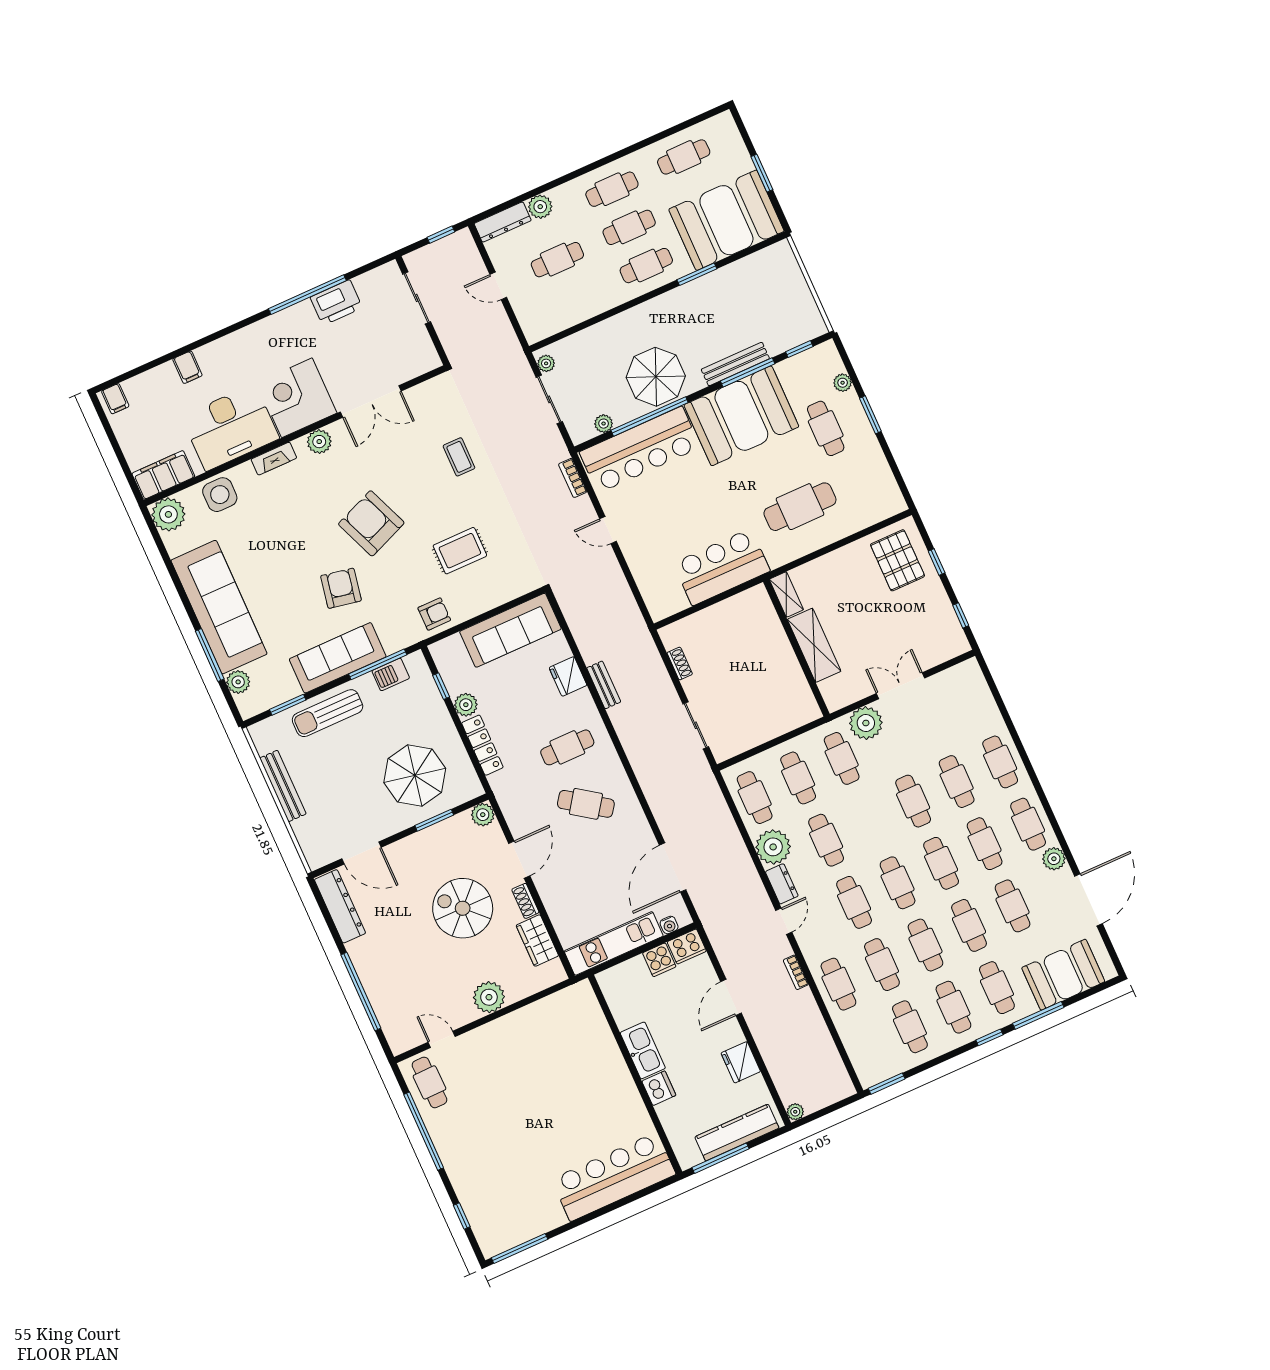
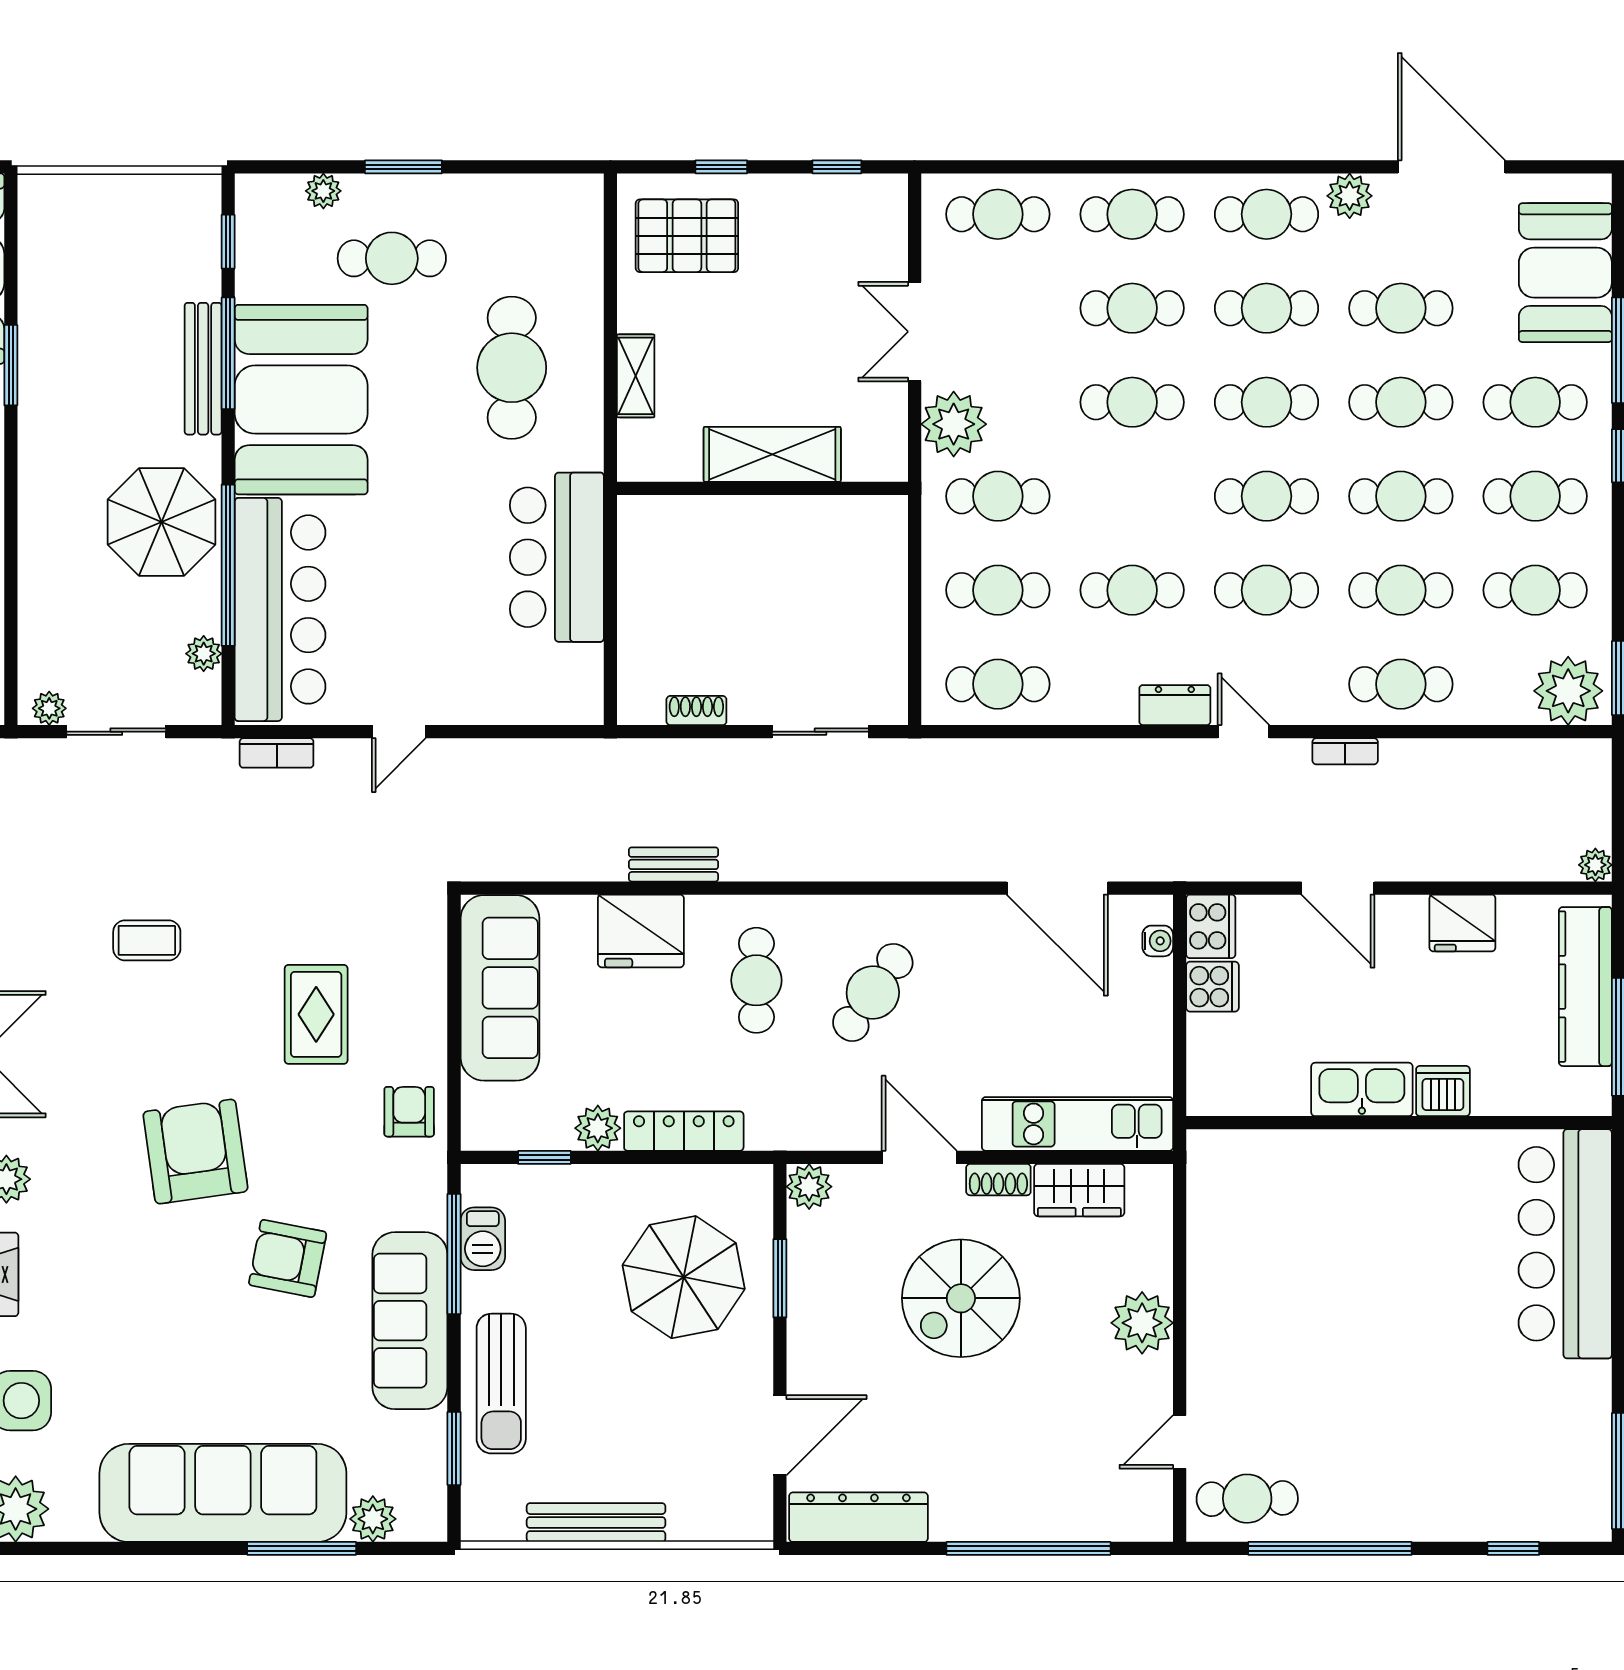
armchair: (371, 523) -> (195, 1152), turned 104
shelving: (786, 594) -> (636, 376), moved, turned 90
fridge: (568, 676) -> (641, 931), width x1.36, depth x1.34
cafe table: (972, 700) -> (998, 214), added
plant: (773, 847) -> (1568, 691), moved
kitchen unit: (614, 943) -> (1078, 1124), moved, turned 90

